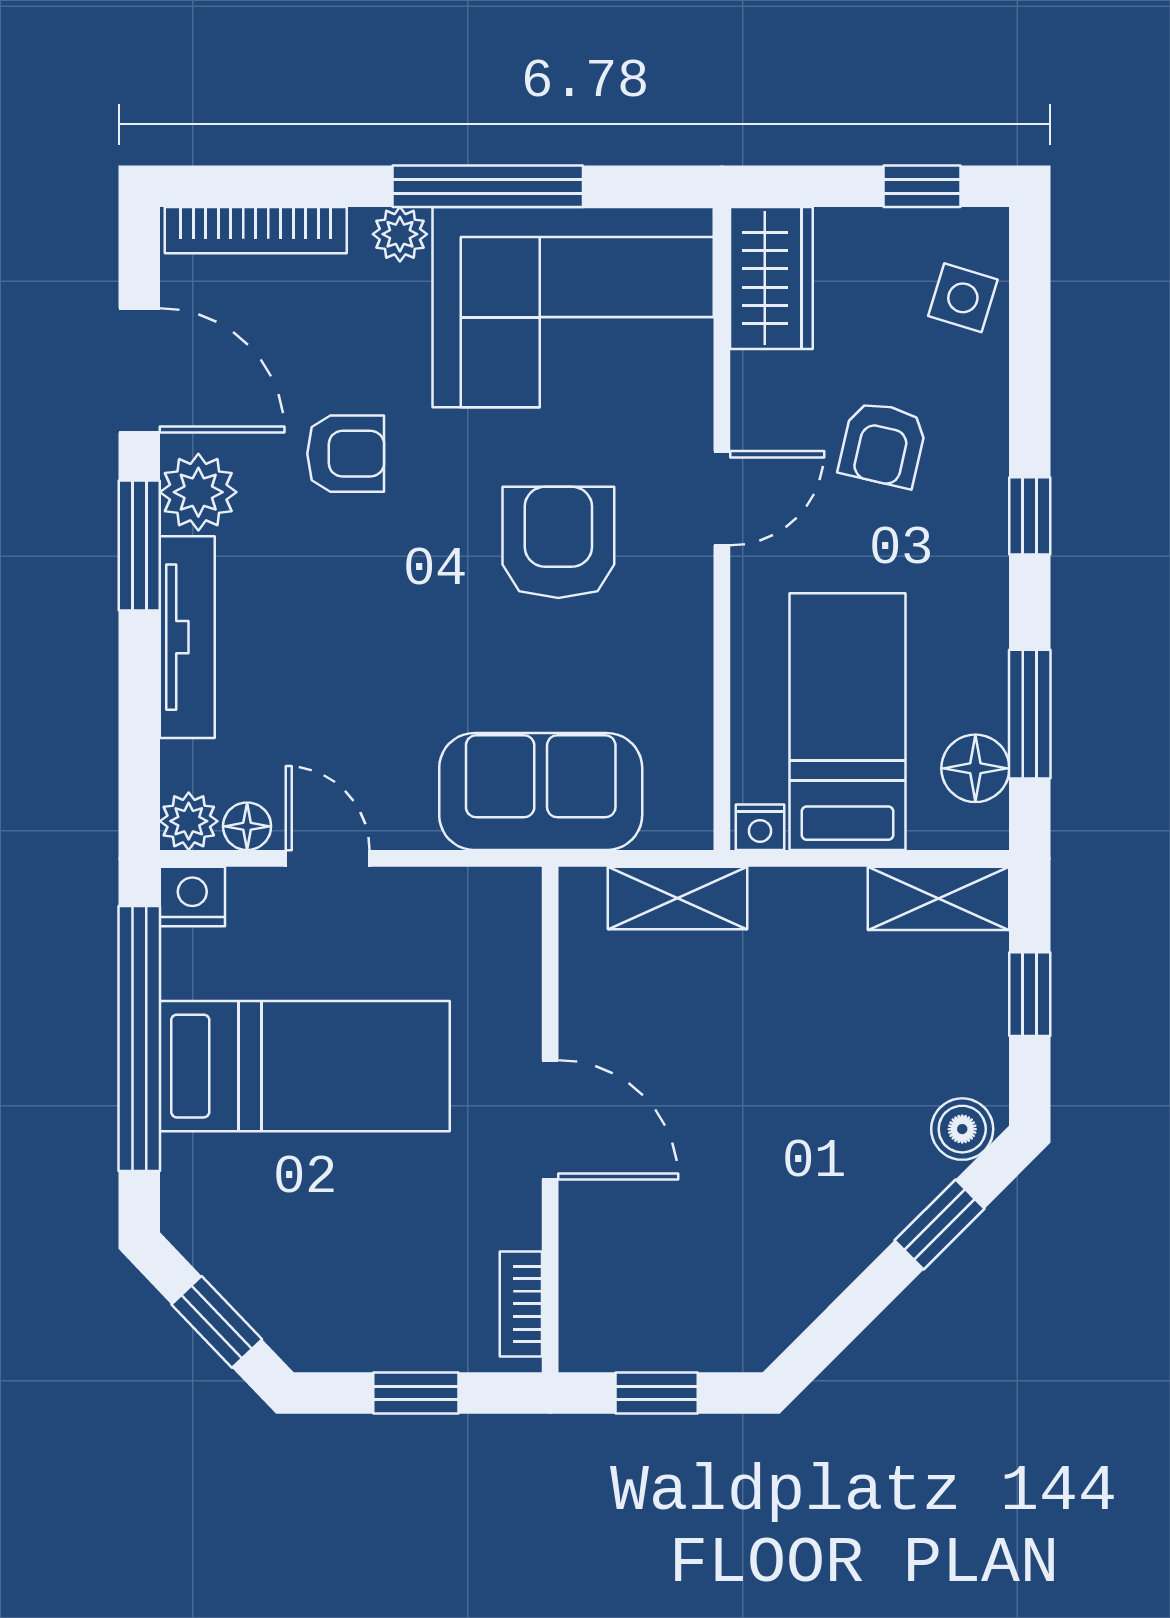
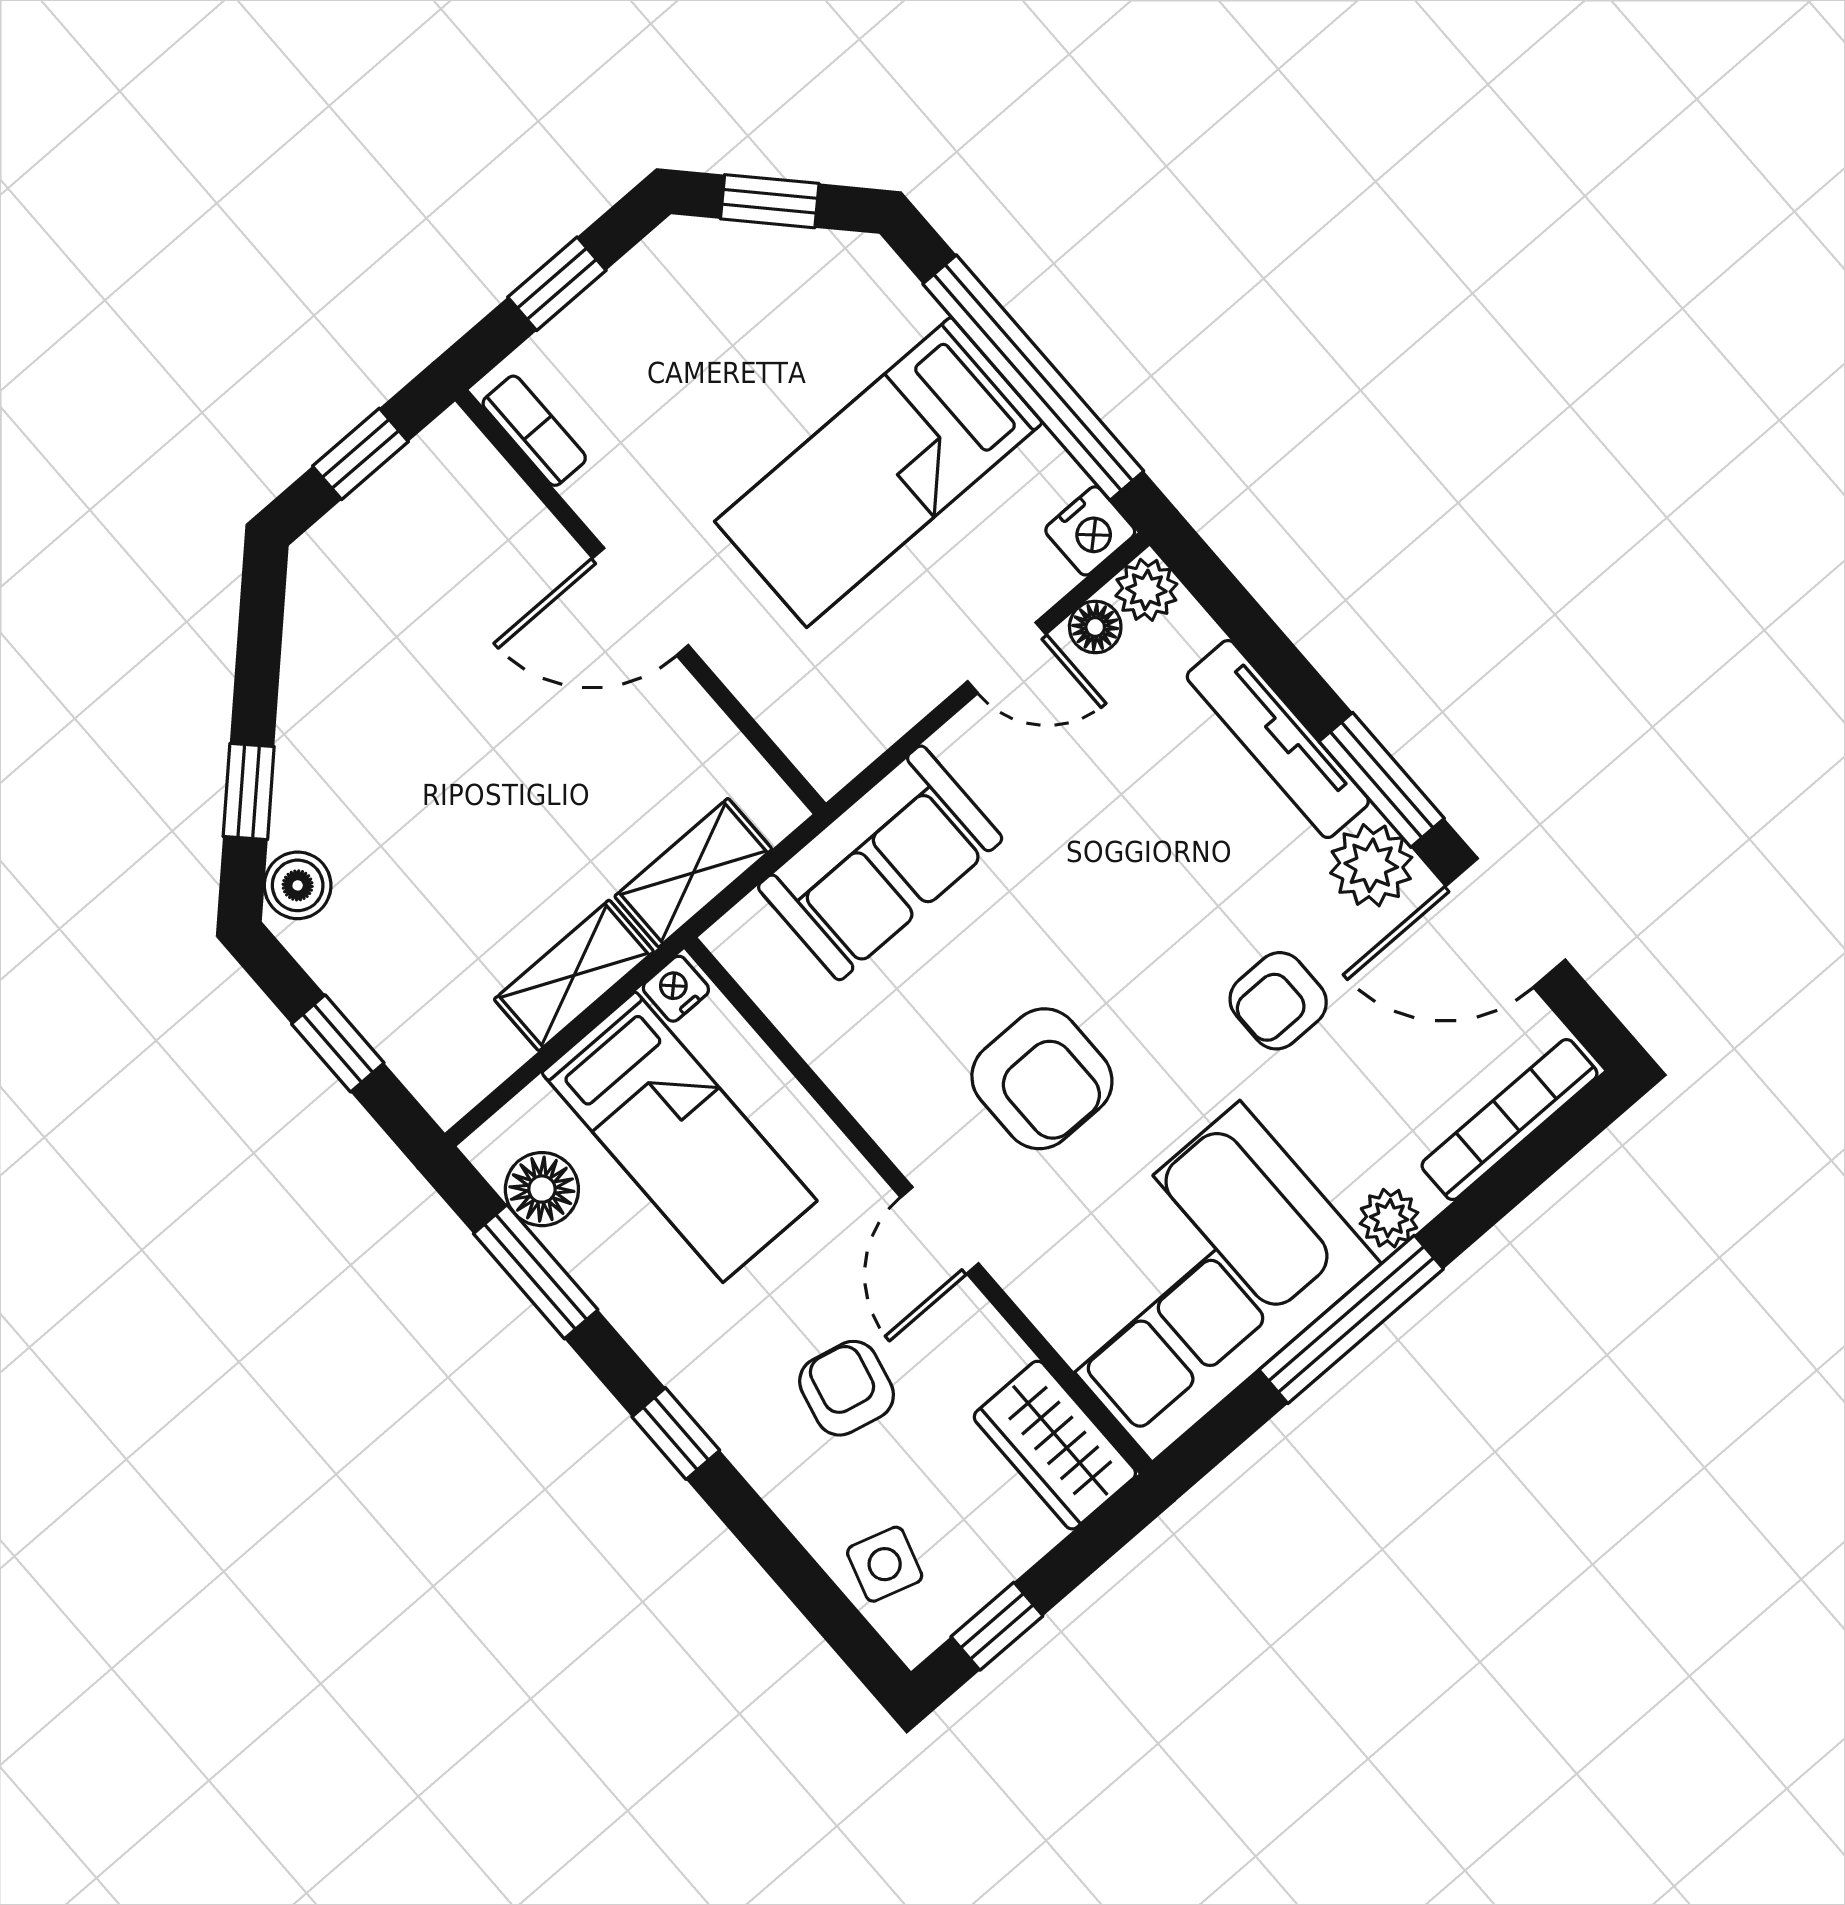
shelving: (939, 898) -> (574, 975), moved

